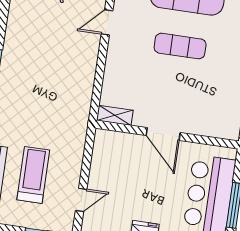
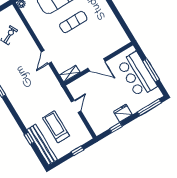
door: (107, 22) -> (46, 57), moved
door: (81, 200) -> (76, 106), moved

